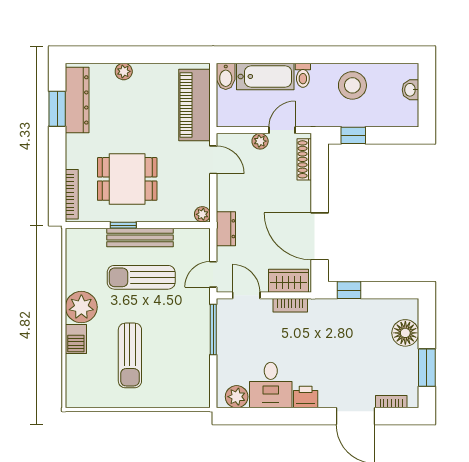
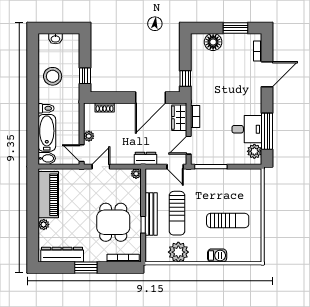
piano: (194, 105) -> (48, 195), moved, turned -90
window: (57, 109) -> (86, 268), moved
door: (282, 130) -> (82, 153), moved
shoe rack: (304, 159) -> (105, 108), width x0.70
plant: (81, 307) -> (178, 252), moved
printer: (306, 397) -> (255, 107), removed
window: (268, 416) -> (267, 131), added

